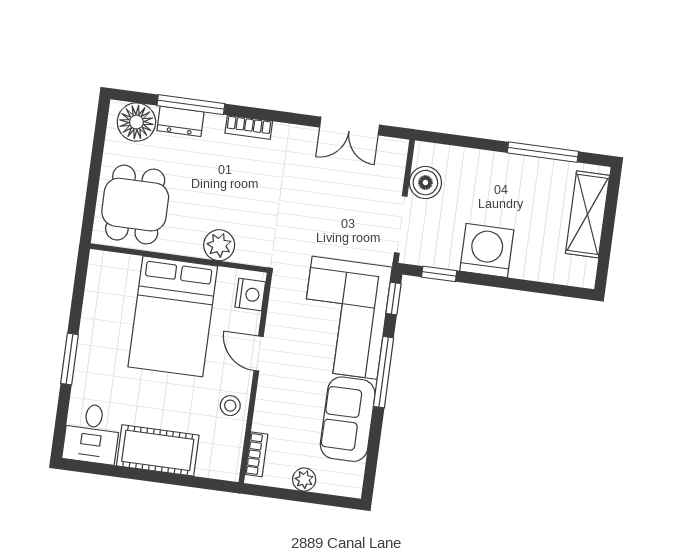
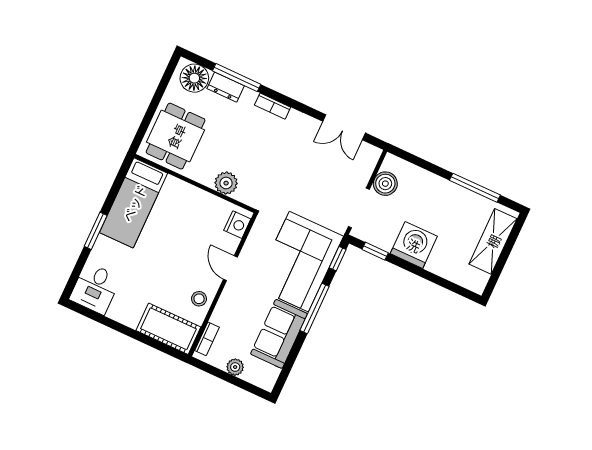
bed: (173, 316) -> (134, 203), moved, width x0.67
cot: (158, 450) -> (168, 329), moved

